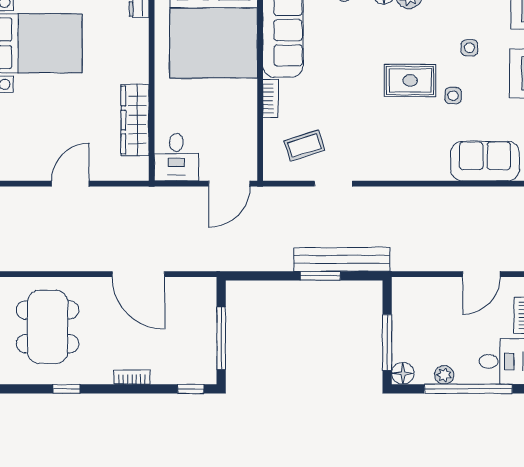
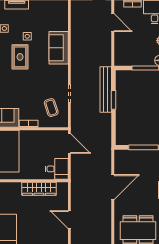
sofa: (485, 161) -> (59, 48), moved

